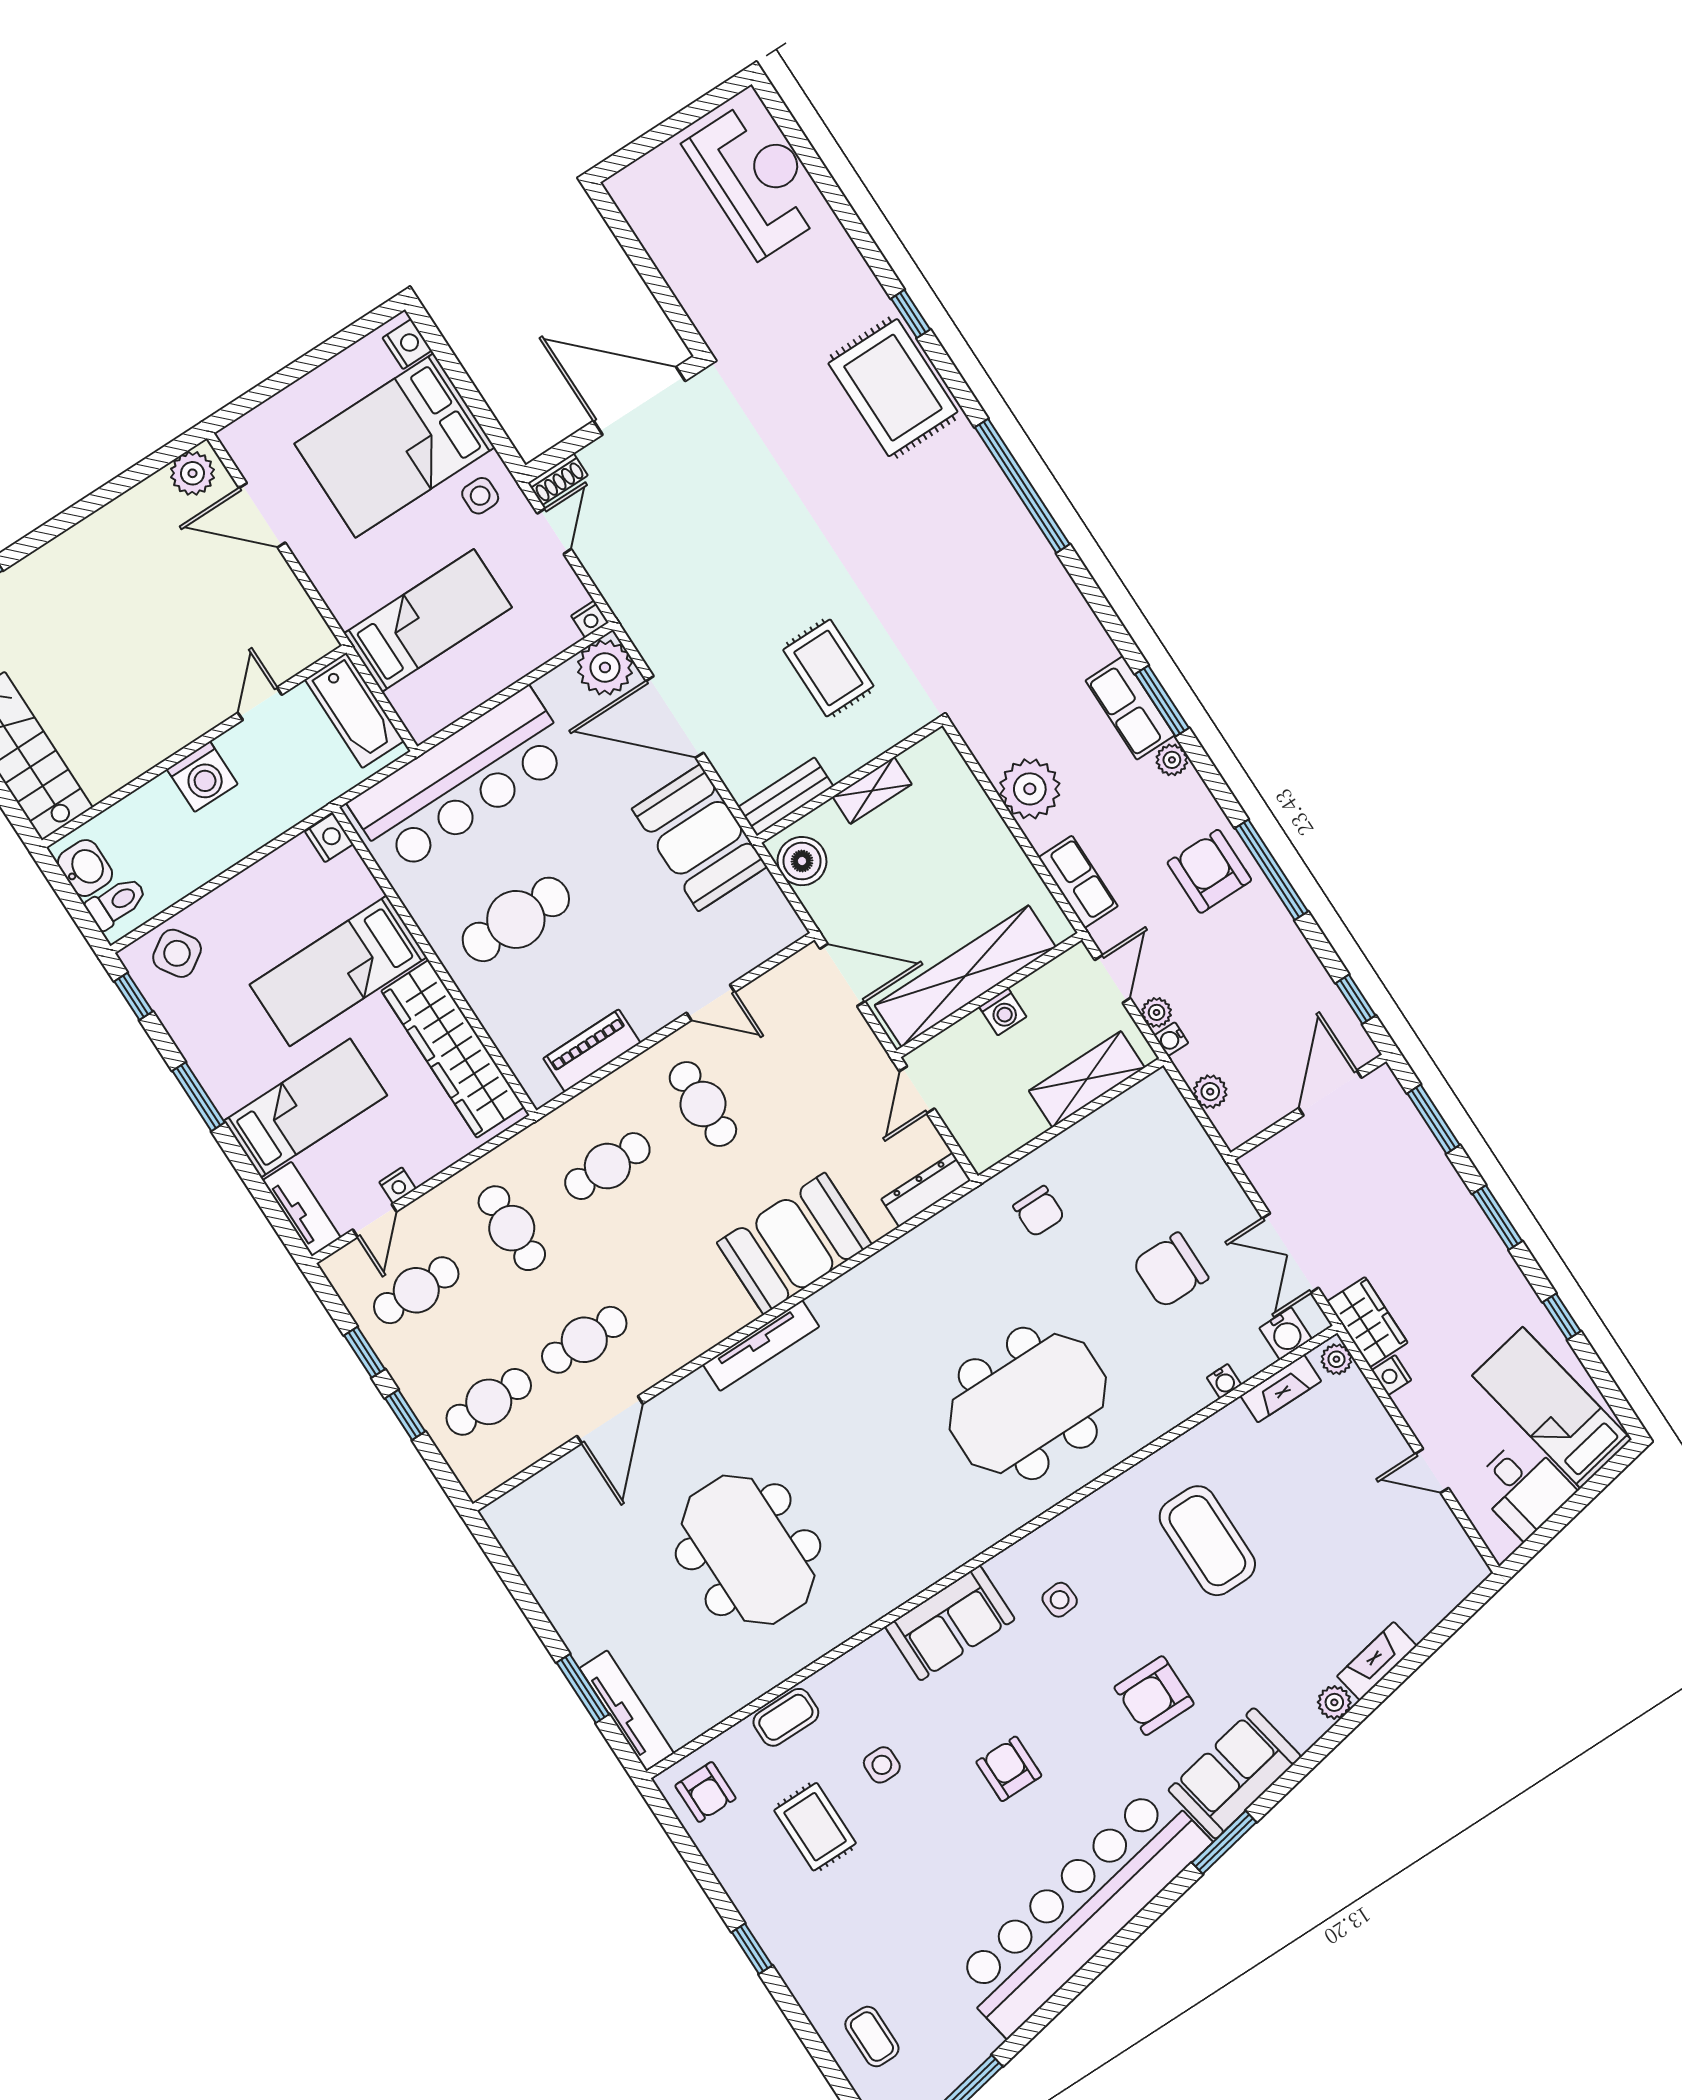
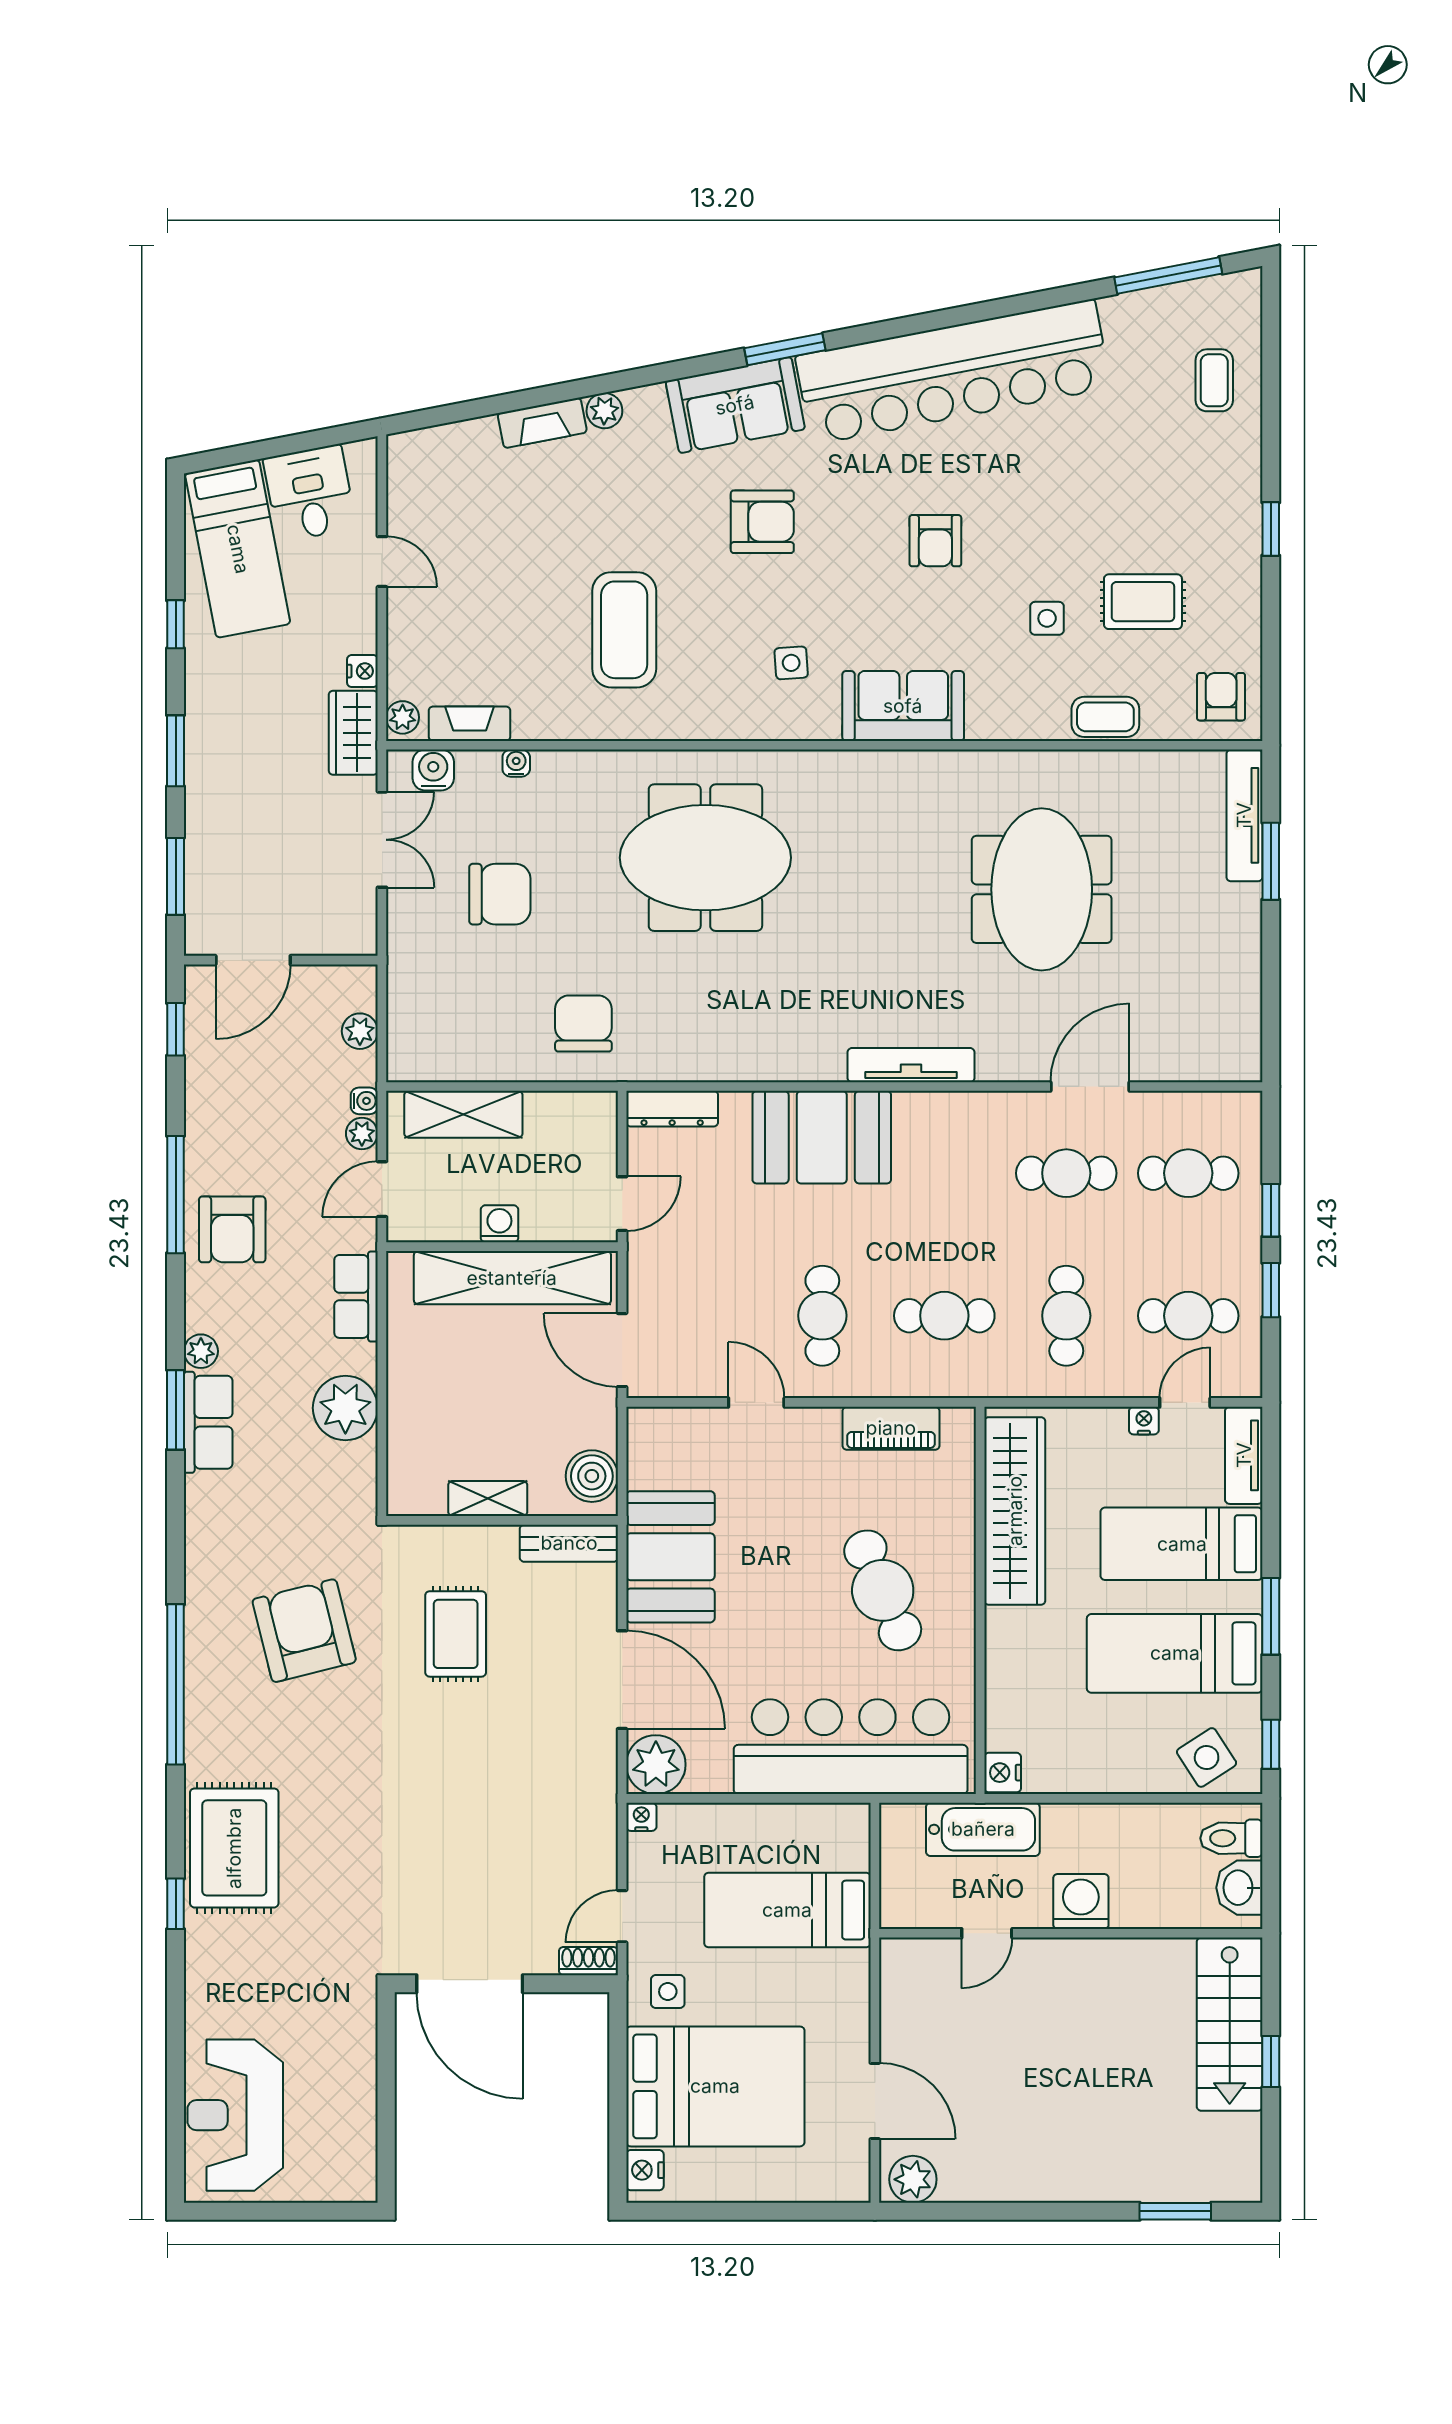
armchair: (949, 593) -> (304, 1631), added
bathtub: (354, 710) -> (983, 1829), moved, turned 90
cafe table: (516, 919) -> (883, 1590), turned 67
bed: (338, 971) -> (1175, 1653), moved, turned 180
chair: (1039, 1211) -> (583, 1023), width x1.37, depth x1.37
rug: (815, 1827) -> (1143, 602), turned 90

